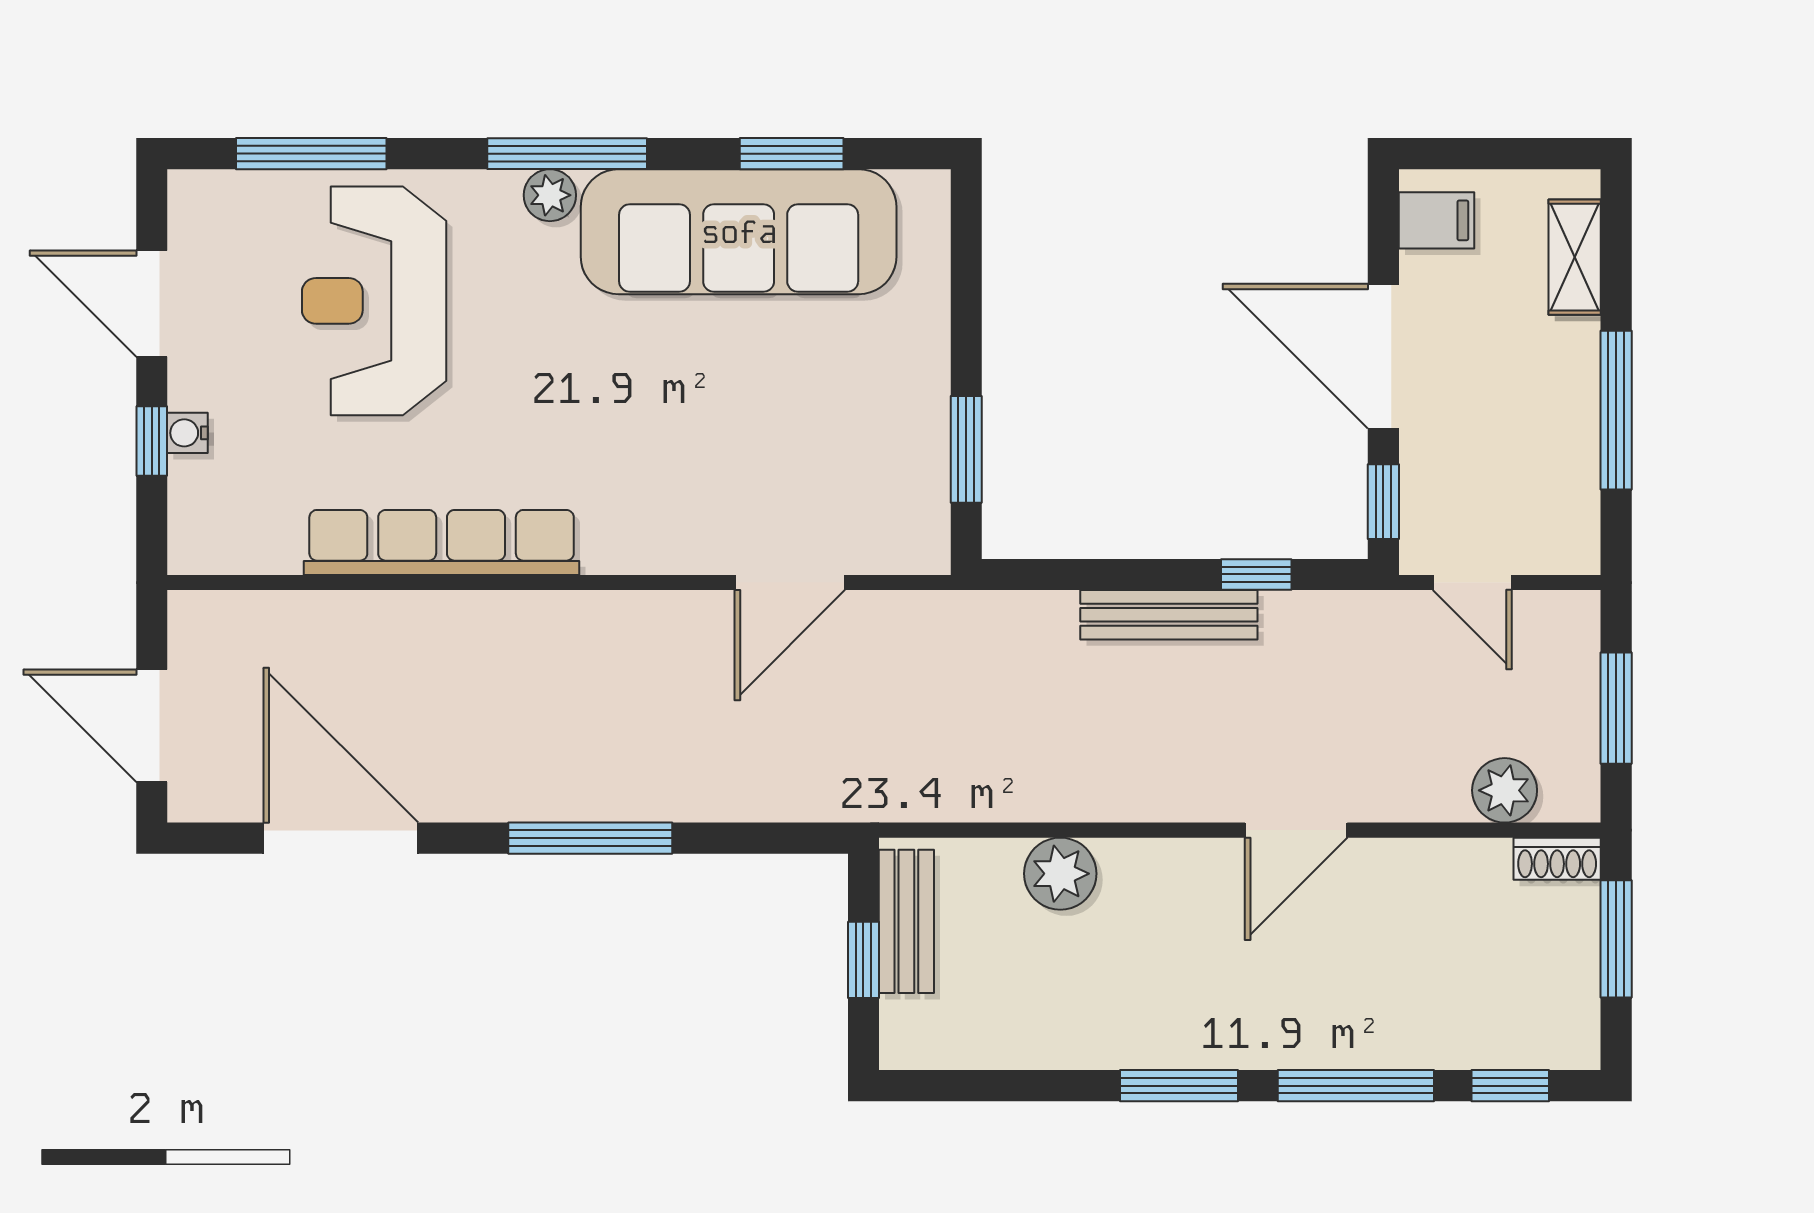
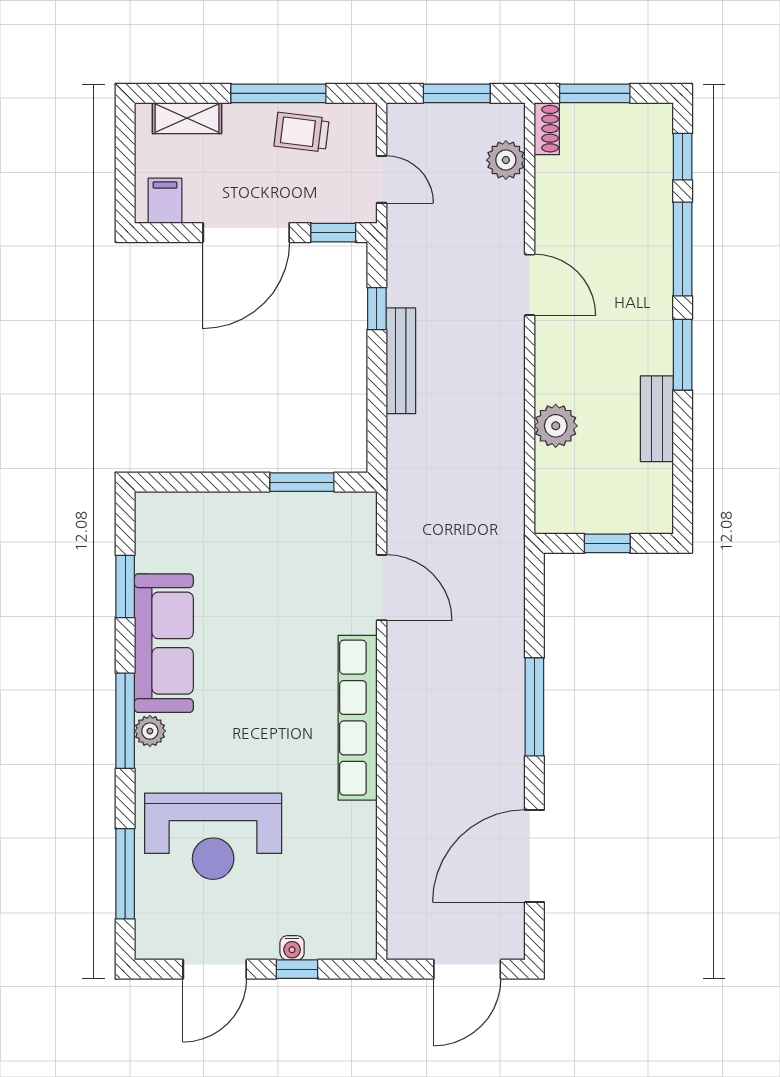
sofa: (739, 232) -> (164, 643), width x0.74, depth x0.79
trolley: (1551, 449) -> (302, 132), added
row of seats: (442, 542) -> (358, 718), moved
door: (1472, 583) -> (382, 179), hinge flipped
bench: (906, 921) -> (657, 419), moved, turned 90

